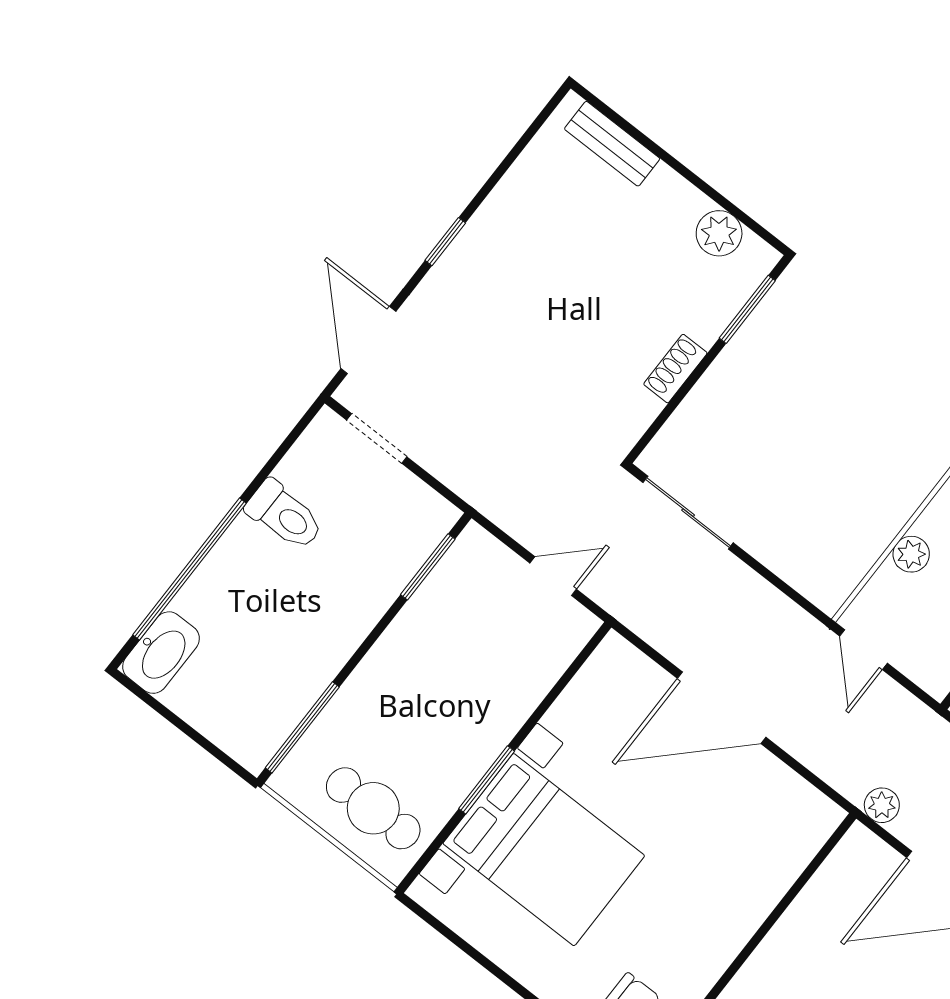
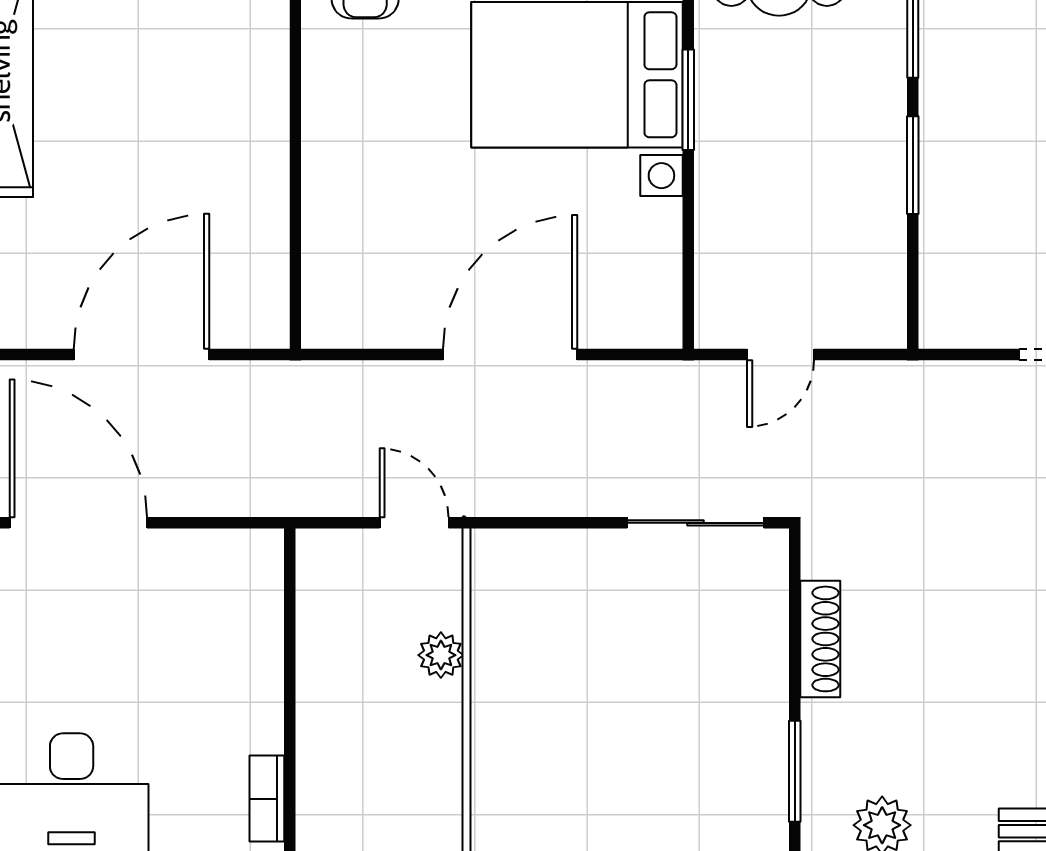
shoe rack: (675, 369) -> (820, 639), width x1.43
window: (428, 567) -> (913, 165), moved
plant: (882, 805) -> (275, 382), removed

